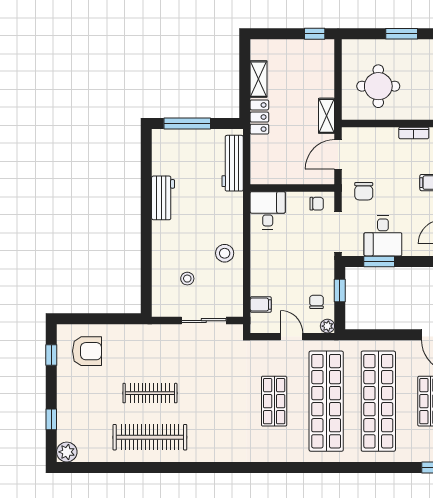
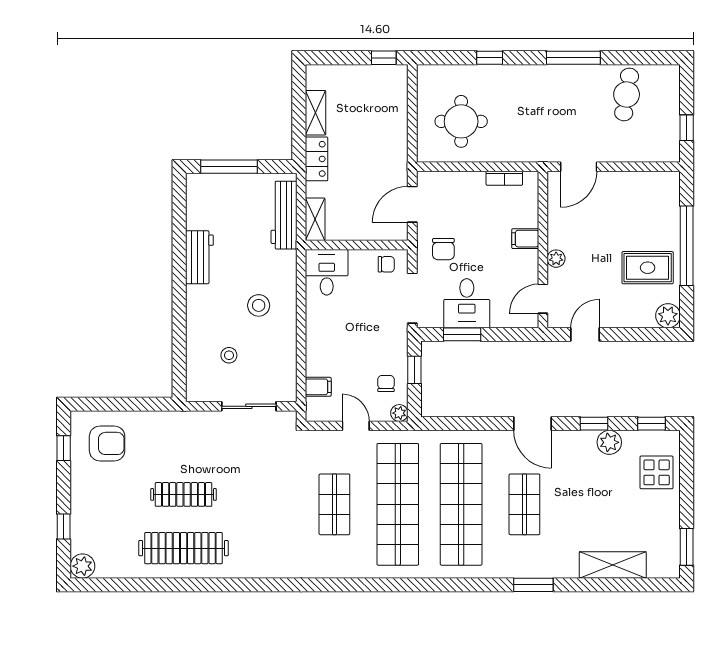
window: (402, 34) -> (490, 58), width x0.67
shelving: (327, 116) -> (315, 219), moved
stool: (225, 253) -> (259, 305), moved

